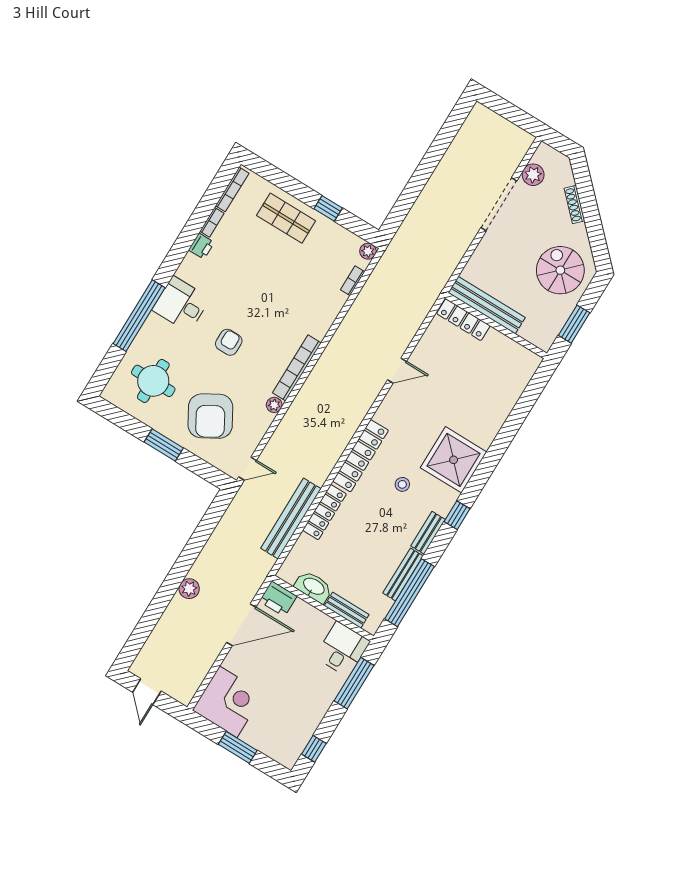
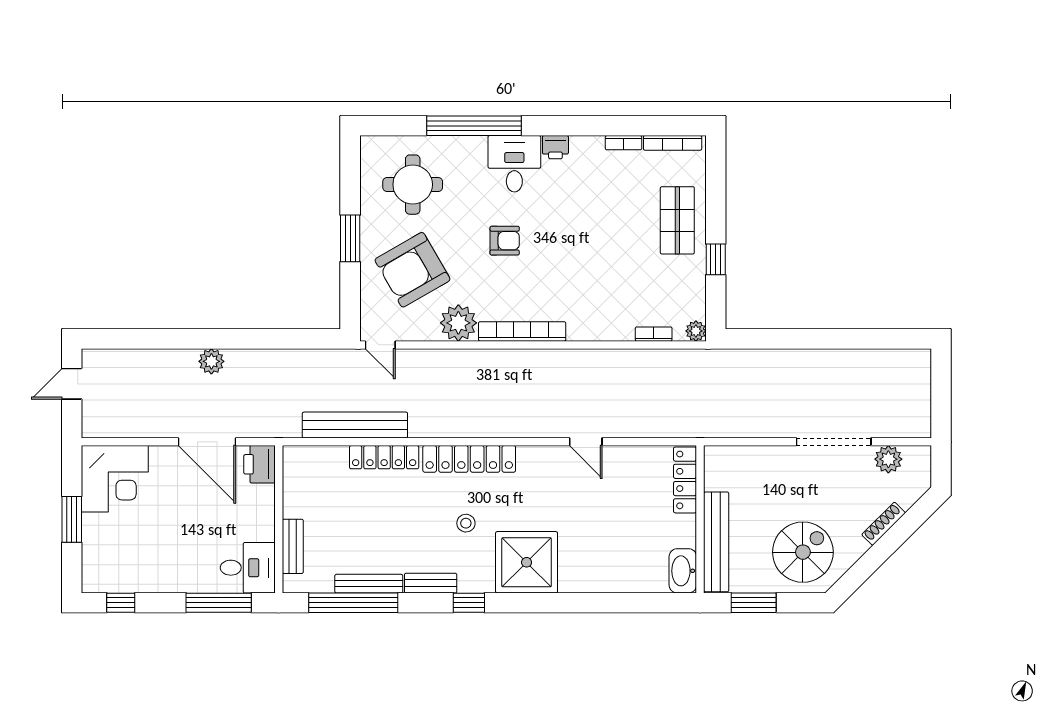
printer: (201, 246) -> (555, 147), moved
bench: (487, 305) -> (716, 542), moved
plant: (274, 405) -> (458, 323), width x1.87, depth x1.87
washbasin: (314, 587) -> (683, 571), moved, turned 180

